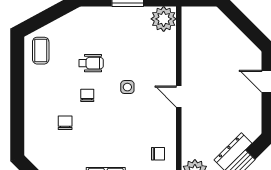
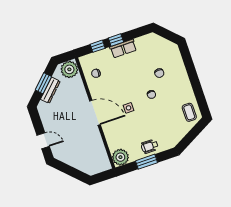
wheelchair: (91, 63) -> (150, 146), moved
door: (179, 97) -> (95, 113), width x1.87

